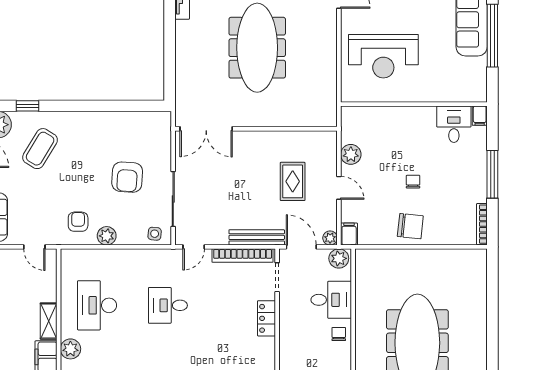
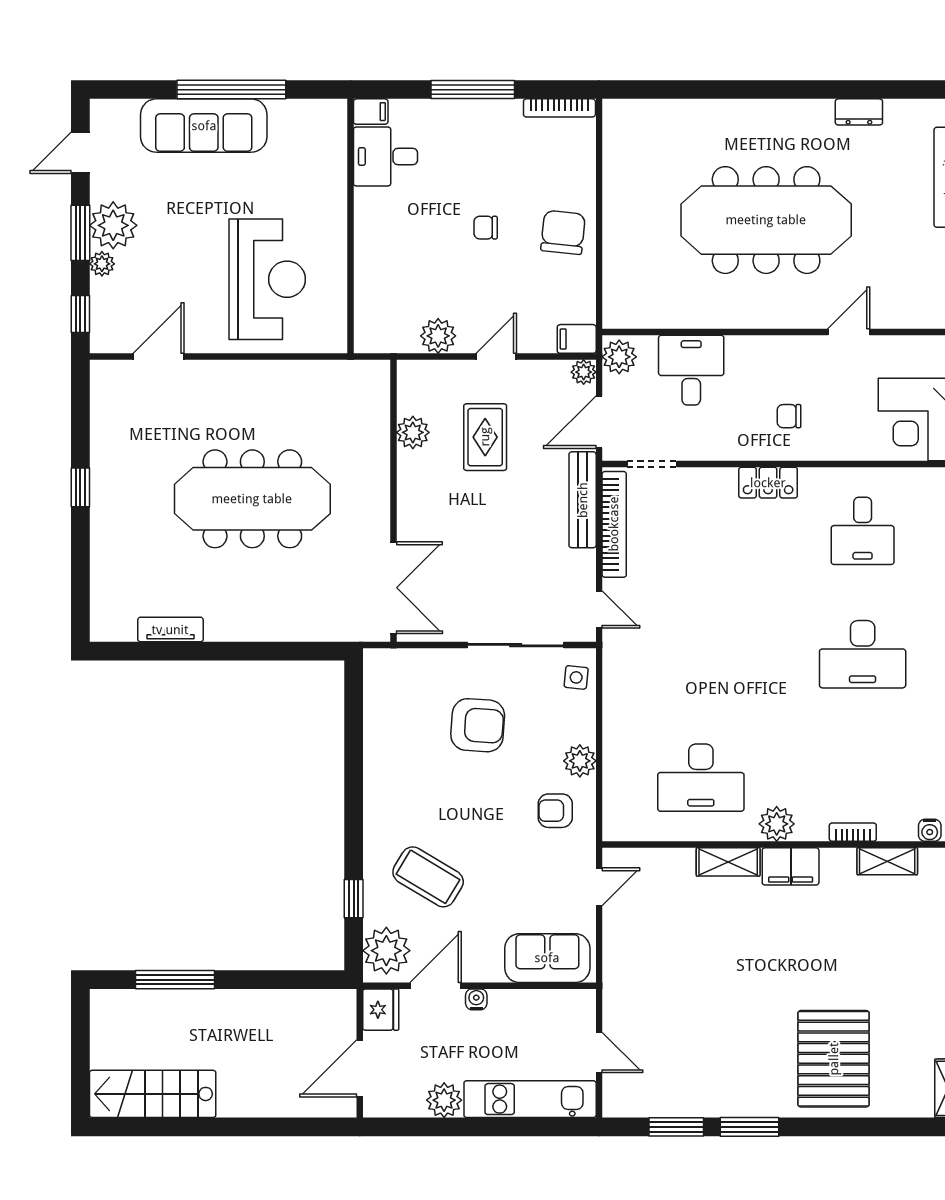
plant: (295, 140) -> (413, 432), added
rug: (293, 181) -> (485, 437), turned 90
desk: (168, 305) -> (701, 654), removed
locker: (267, 318) -> (768, 483), moved
chair: (339, 334) -> (789, 416), moved

